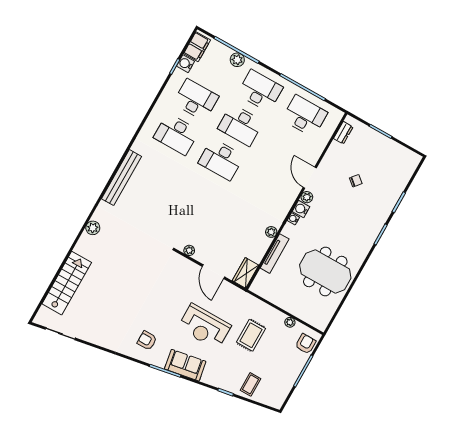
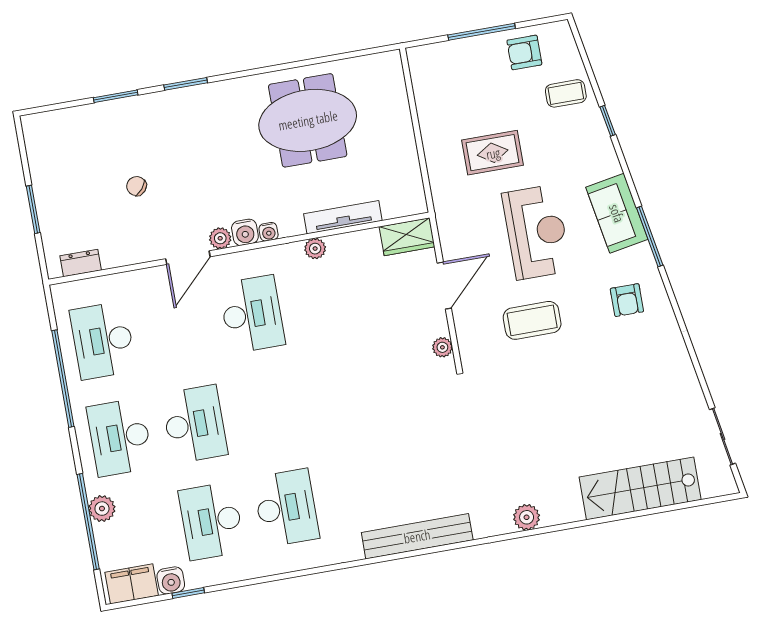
desk: (221, 159) -> (252, 314), moved
meeting table: (325, 271) -> (308, 120), turned 90
coffee table: (170, 295) -> (532, 320), added
plant: (290, 322) -> (426, 111), removed
armchair: (306, 344) -> (524, 52), moved

